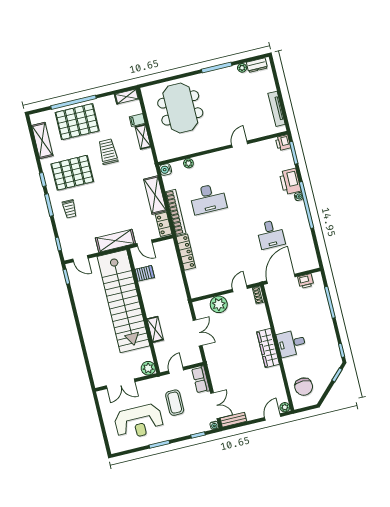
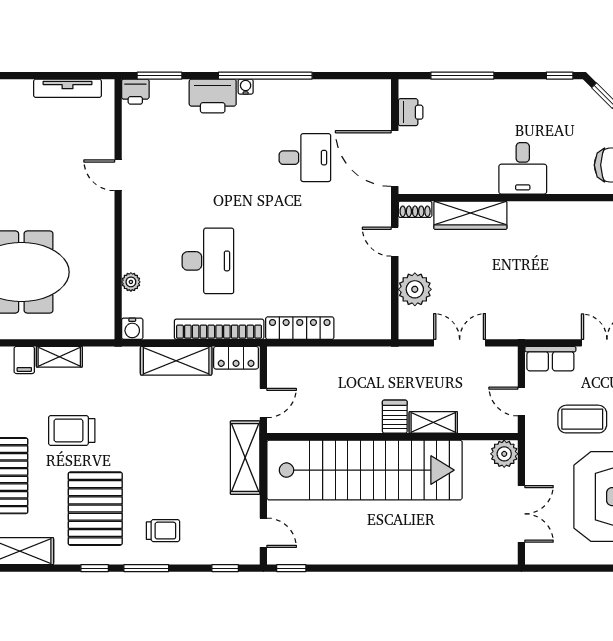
door: (80, 259) -> (263, 533), hinge flipped
server rack: (145, 273) -> (395, 417), moved
wardrobe: (268, 348) -> (470, 215), moved

